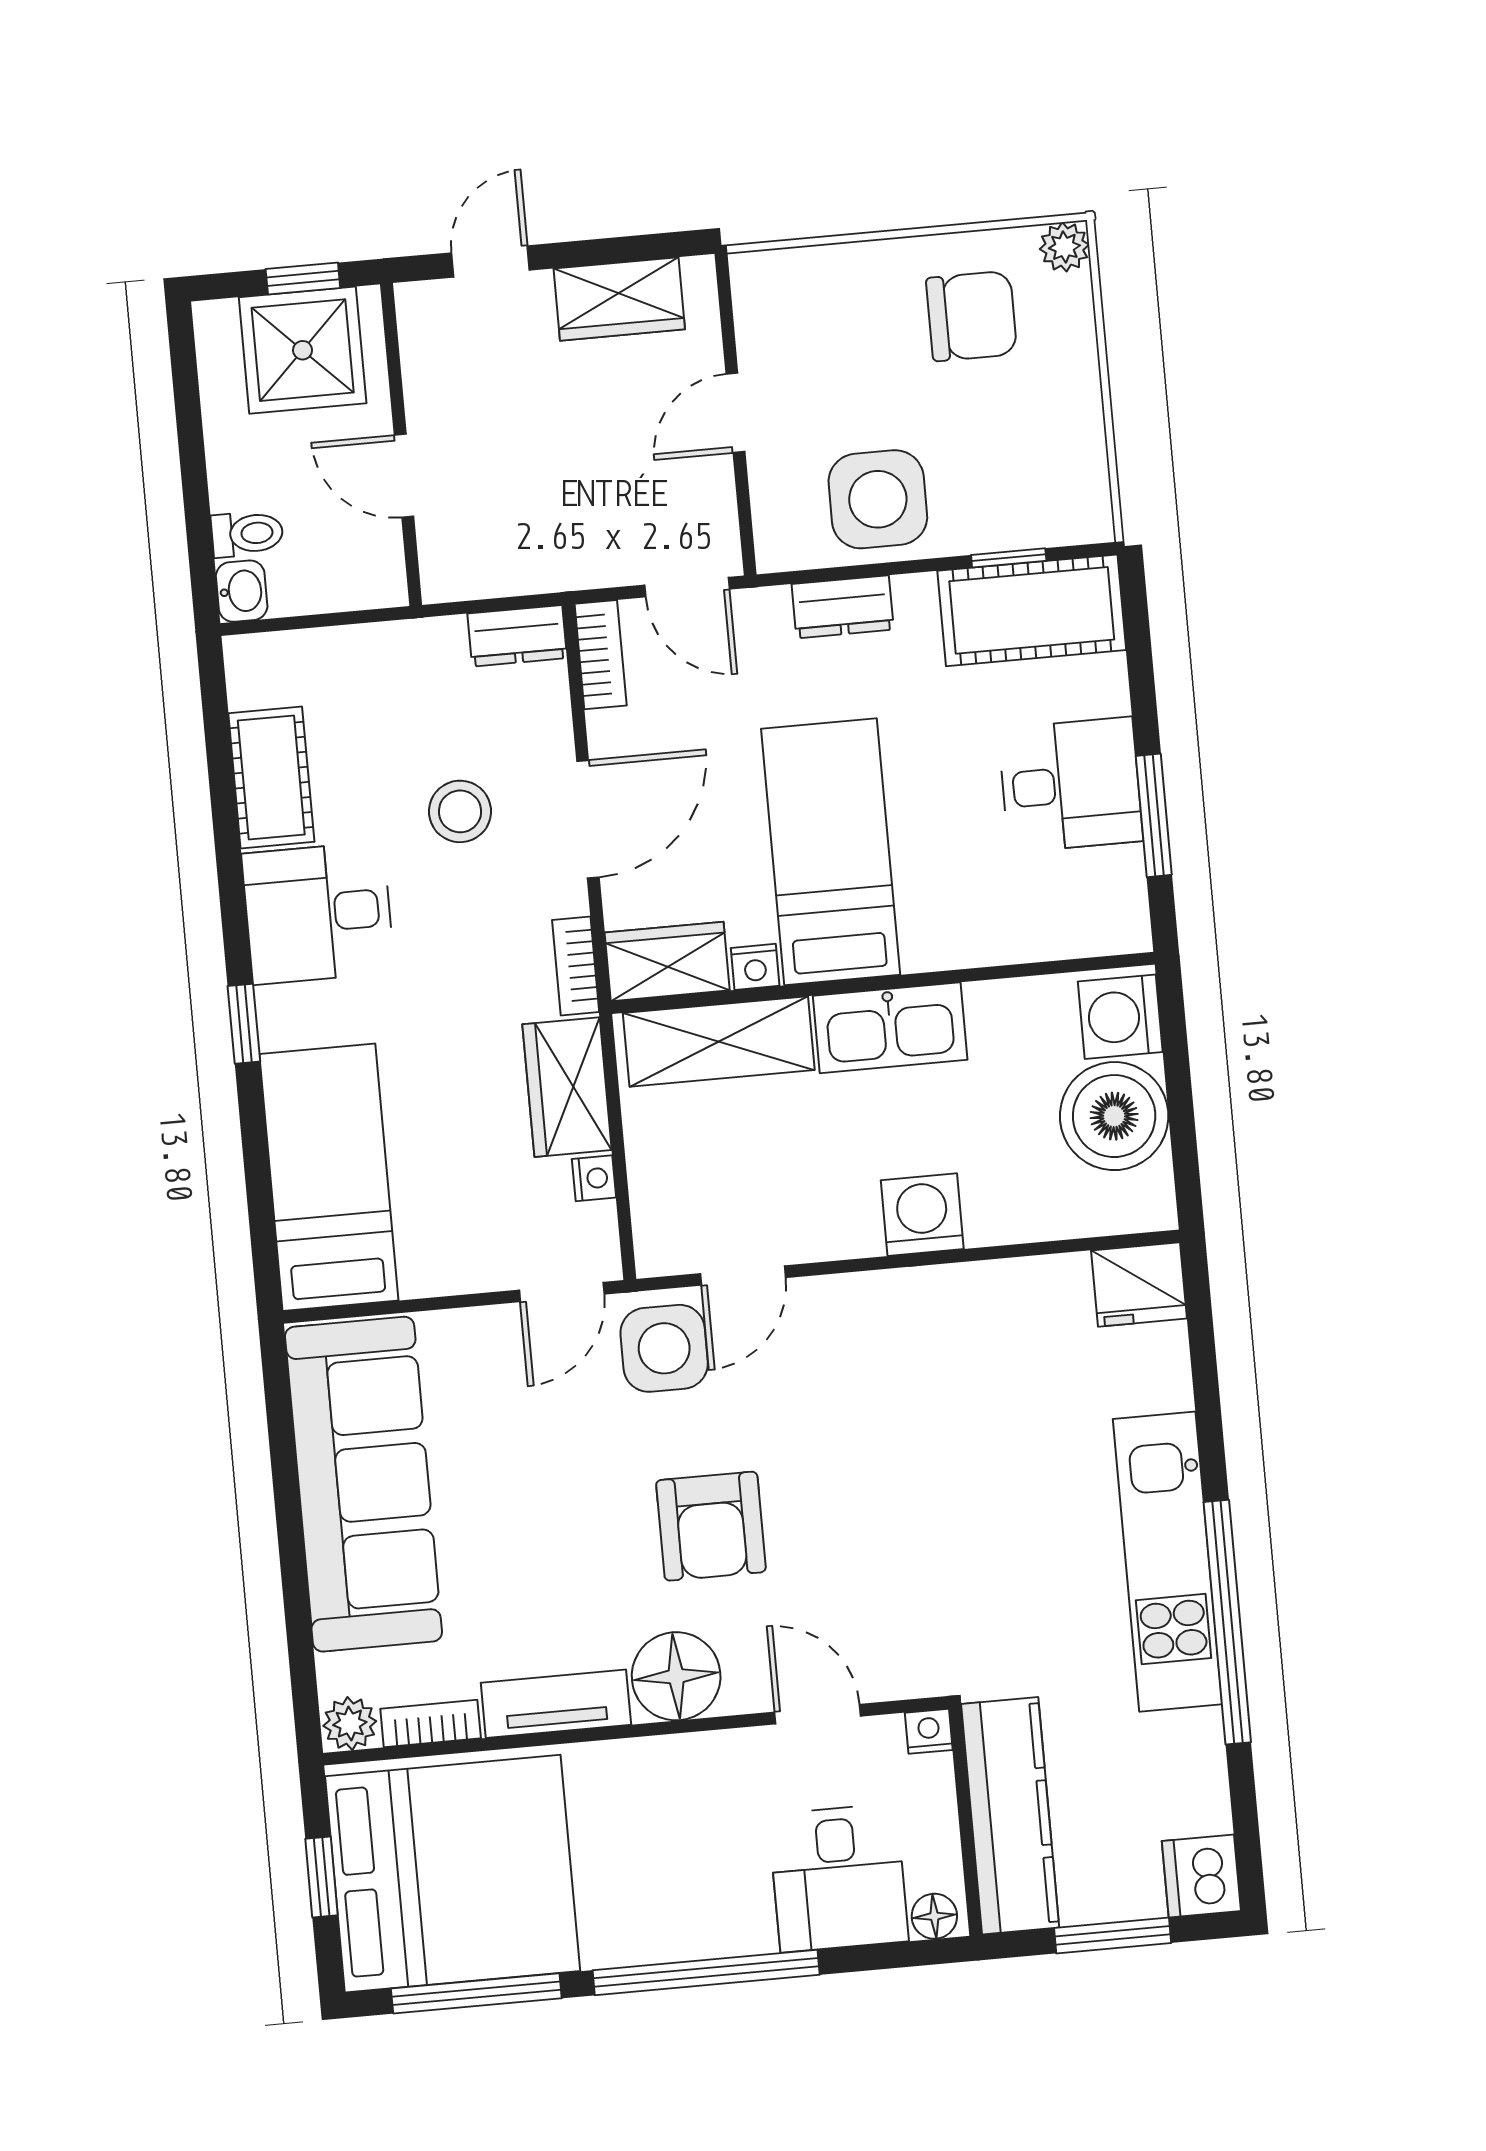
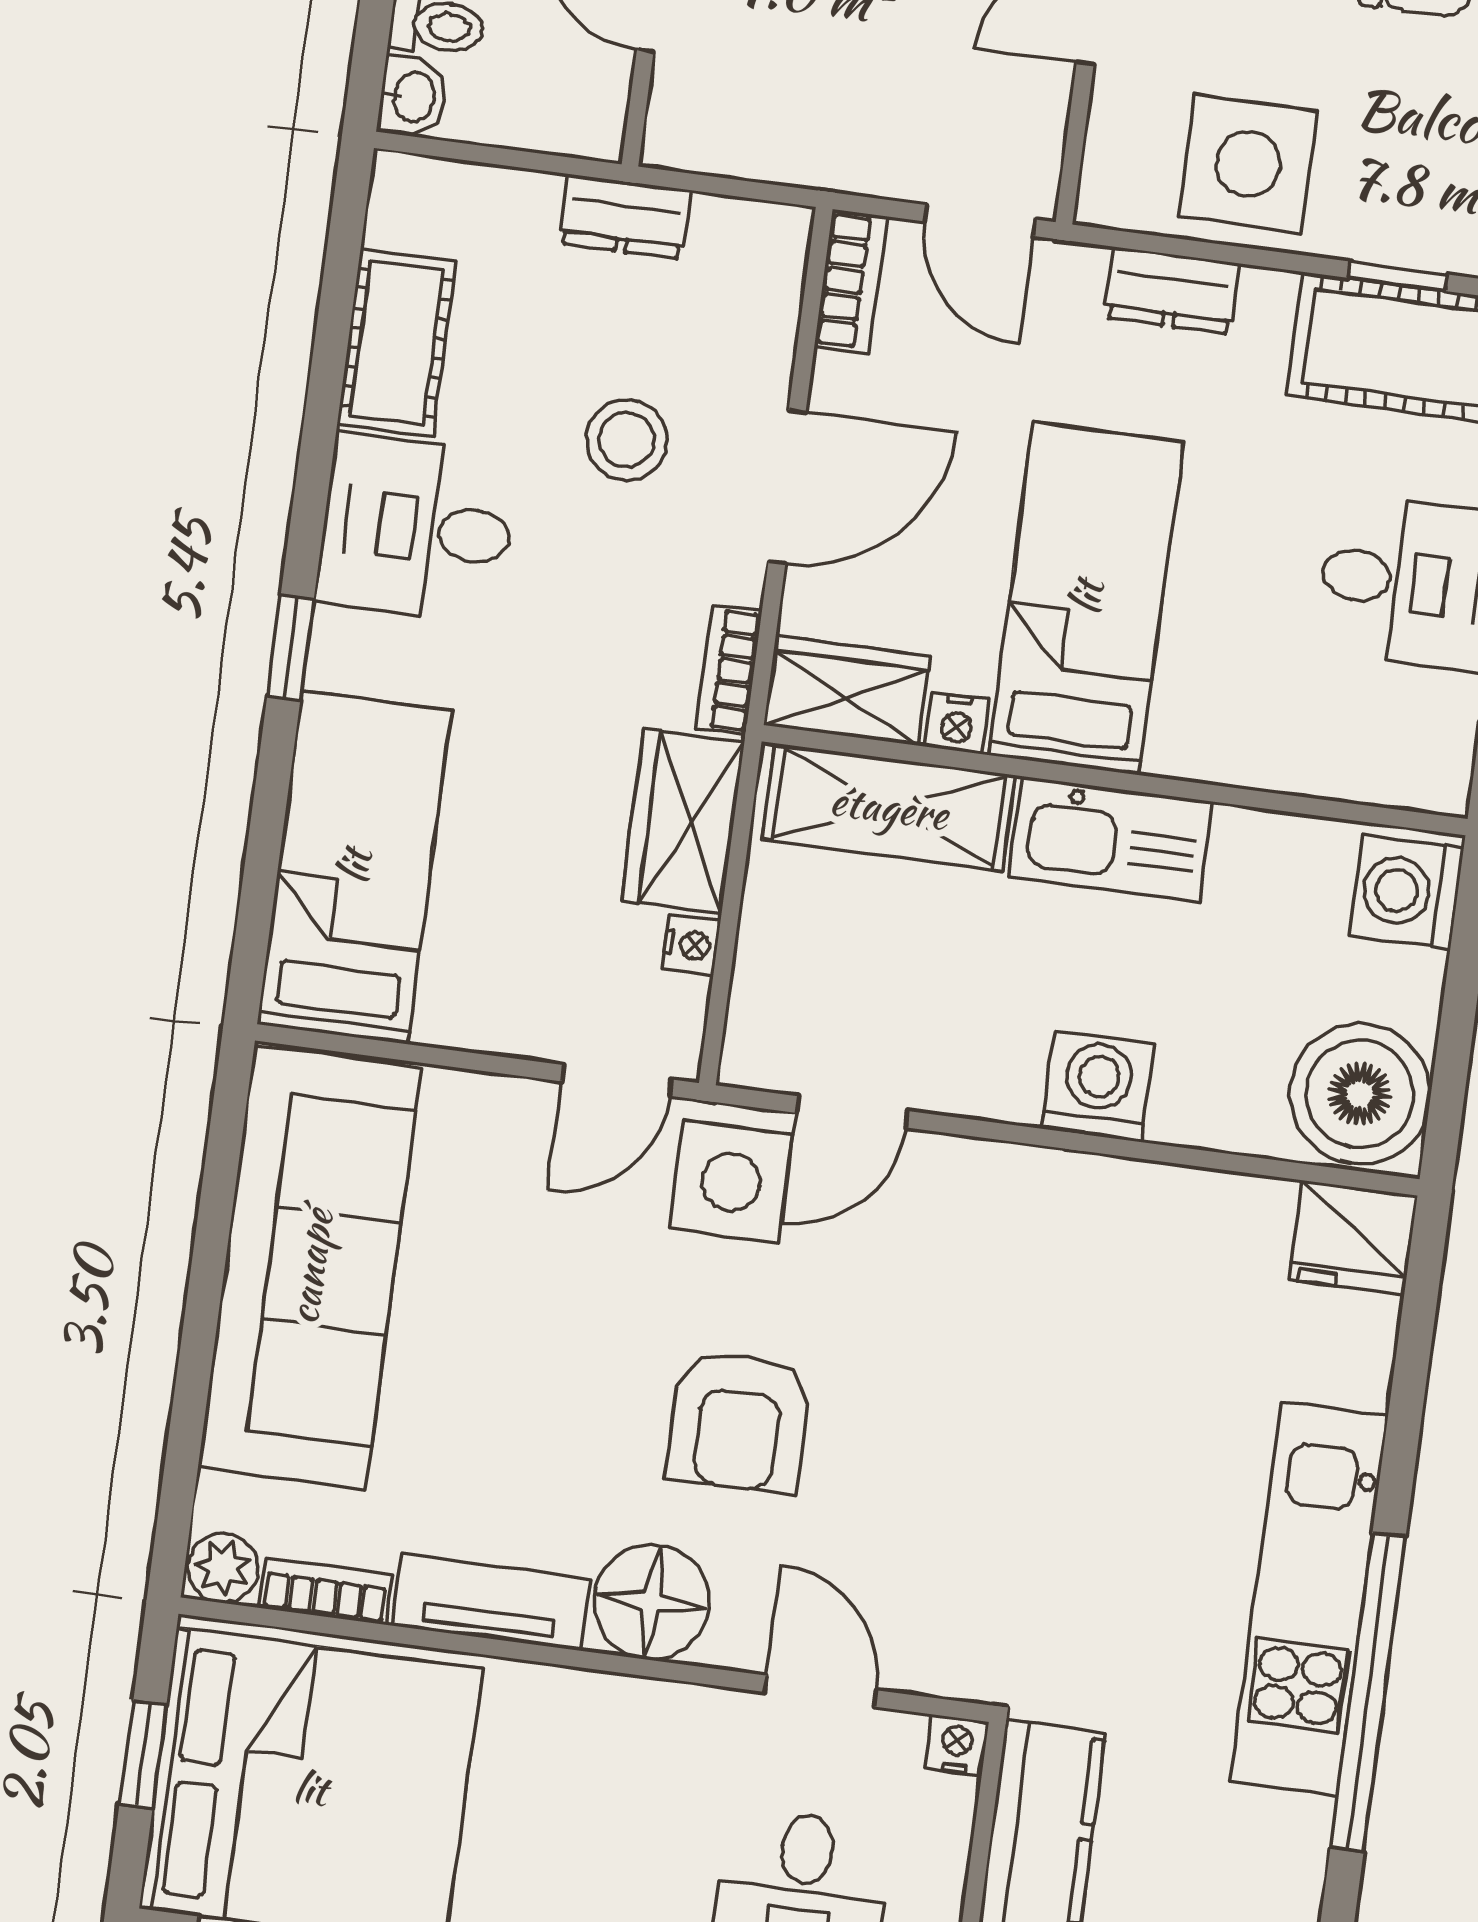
dresser: (517, 636) -> (625, 217), moved
boiler: (1114, 1116) -> (1360, 1094), moved

